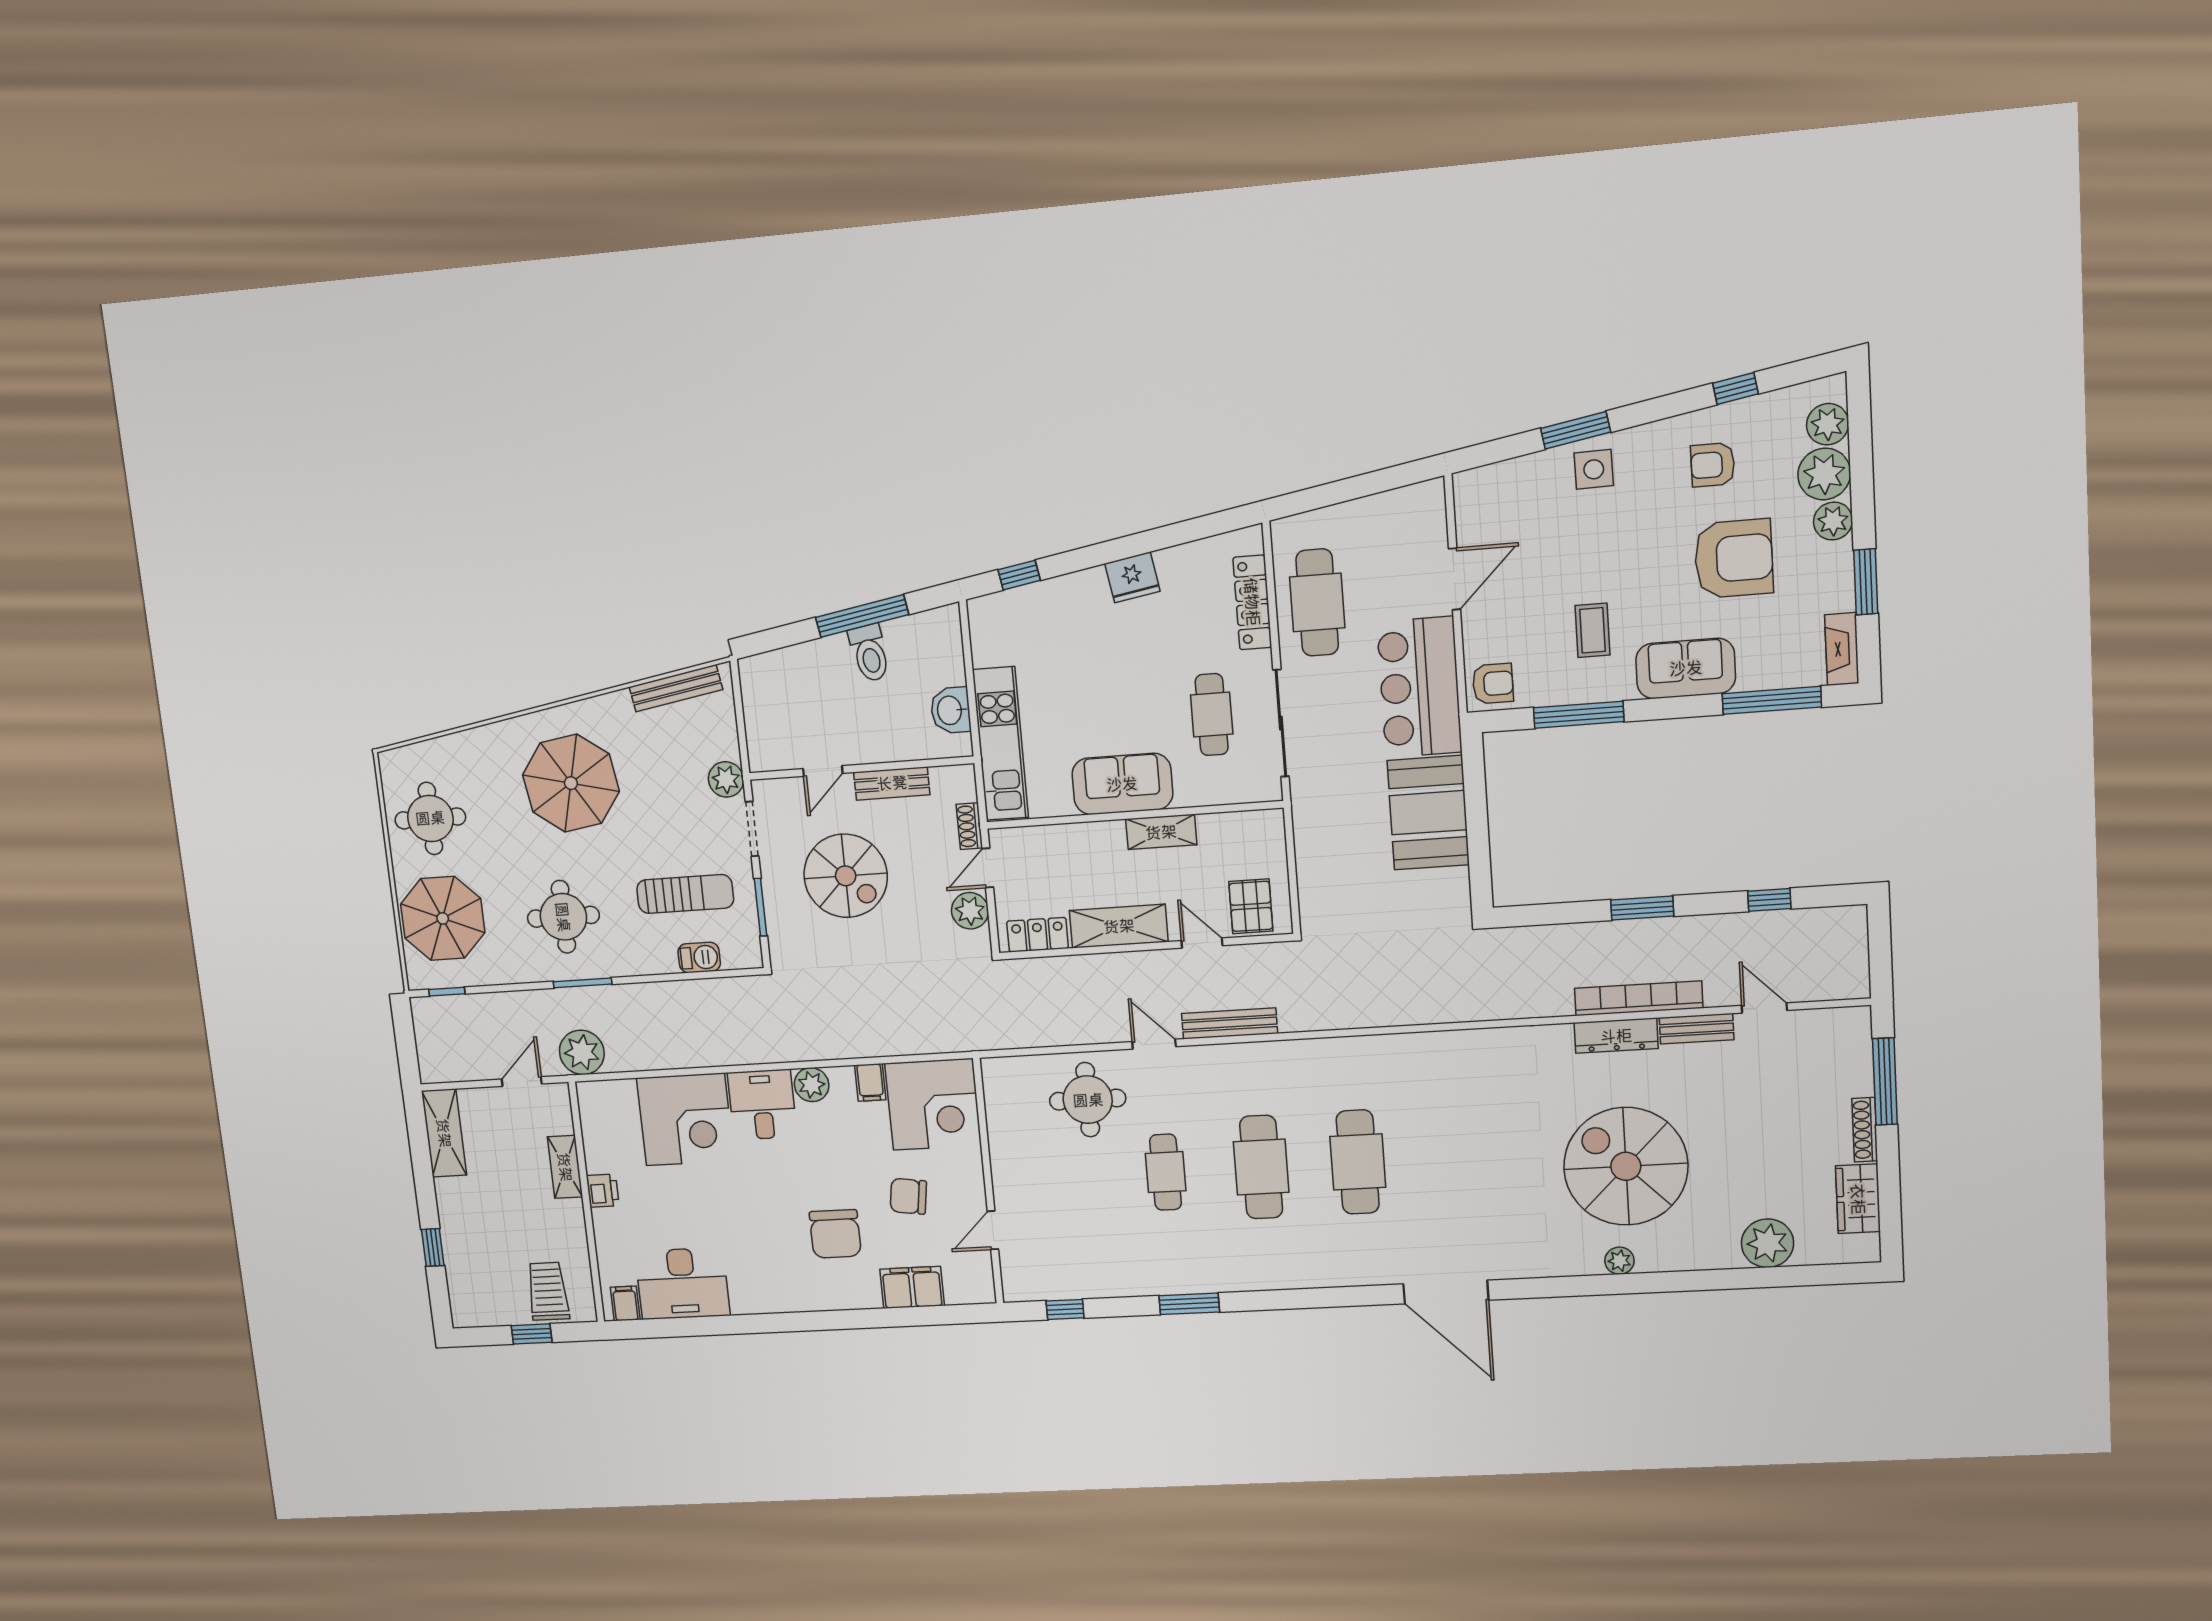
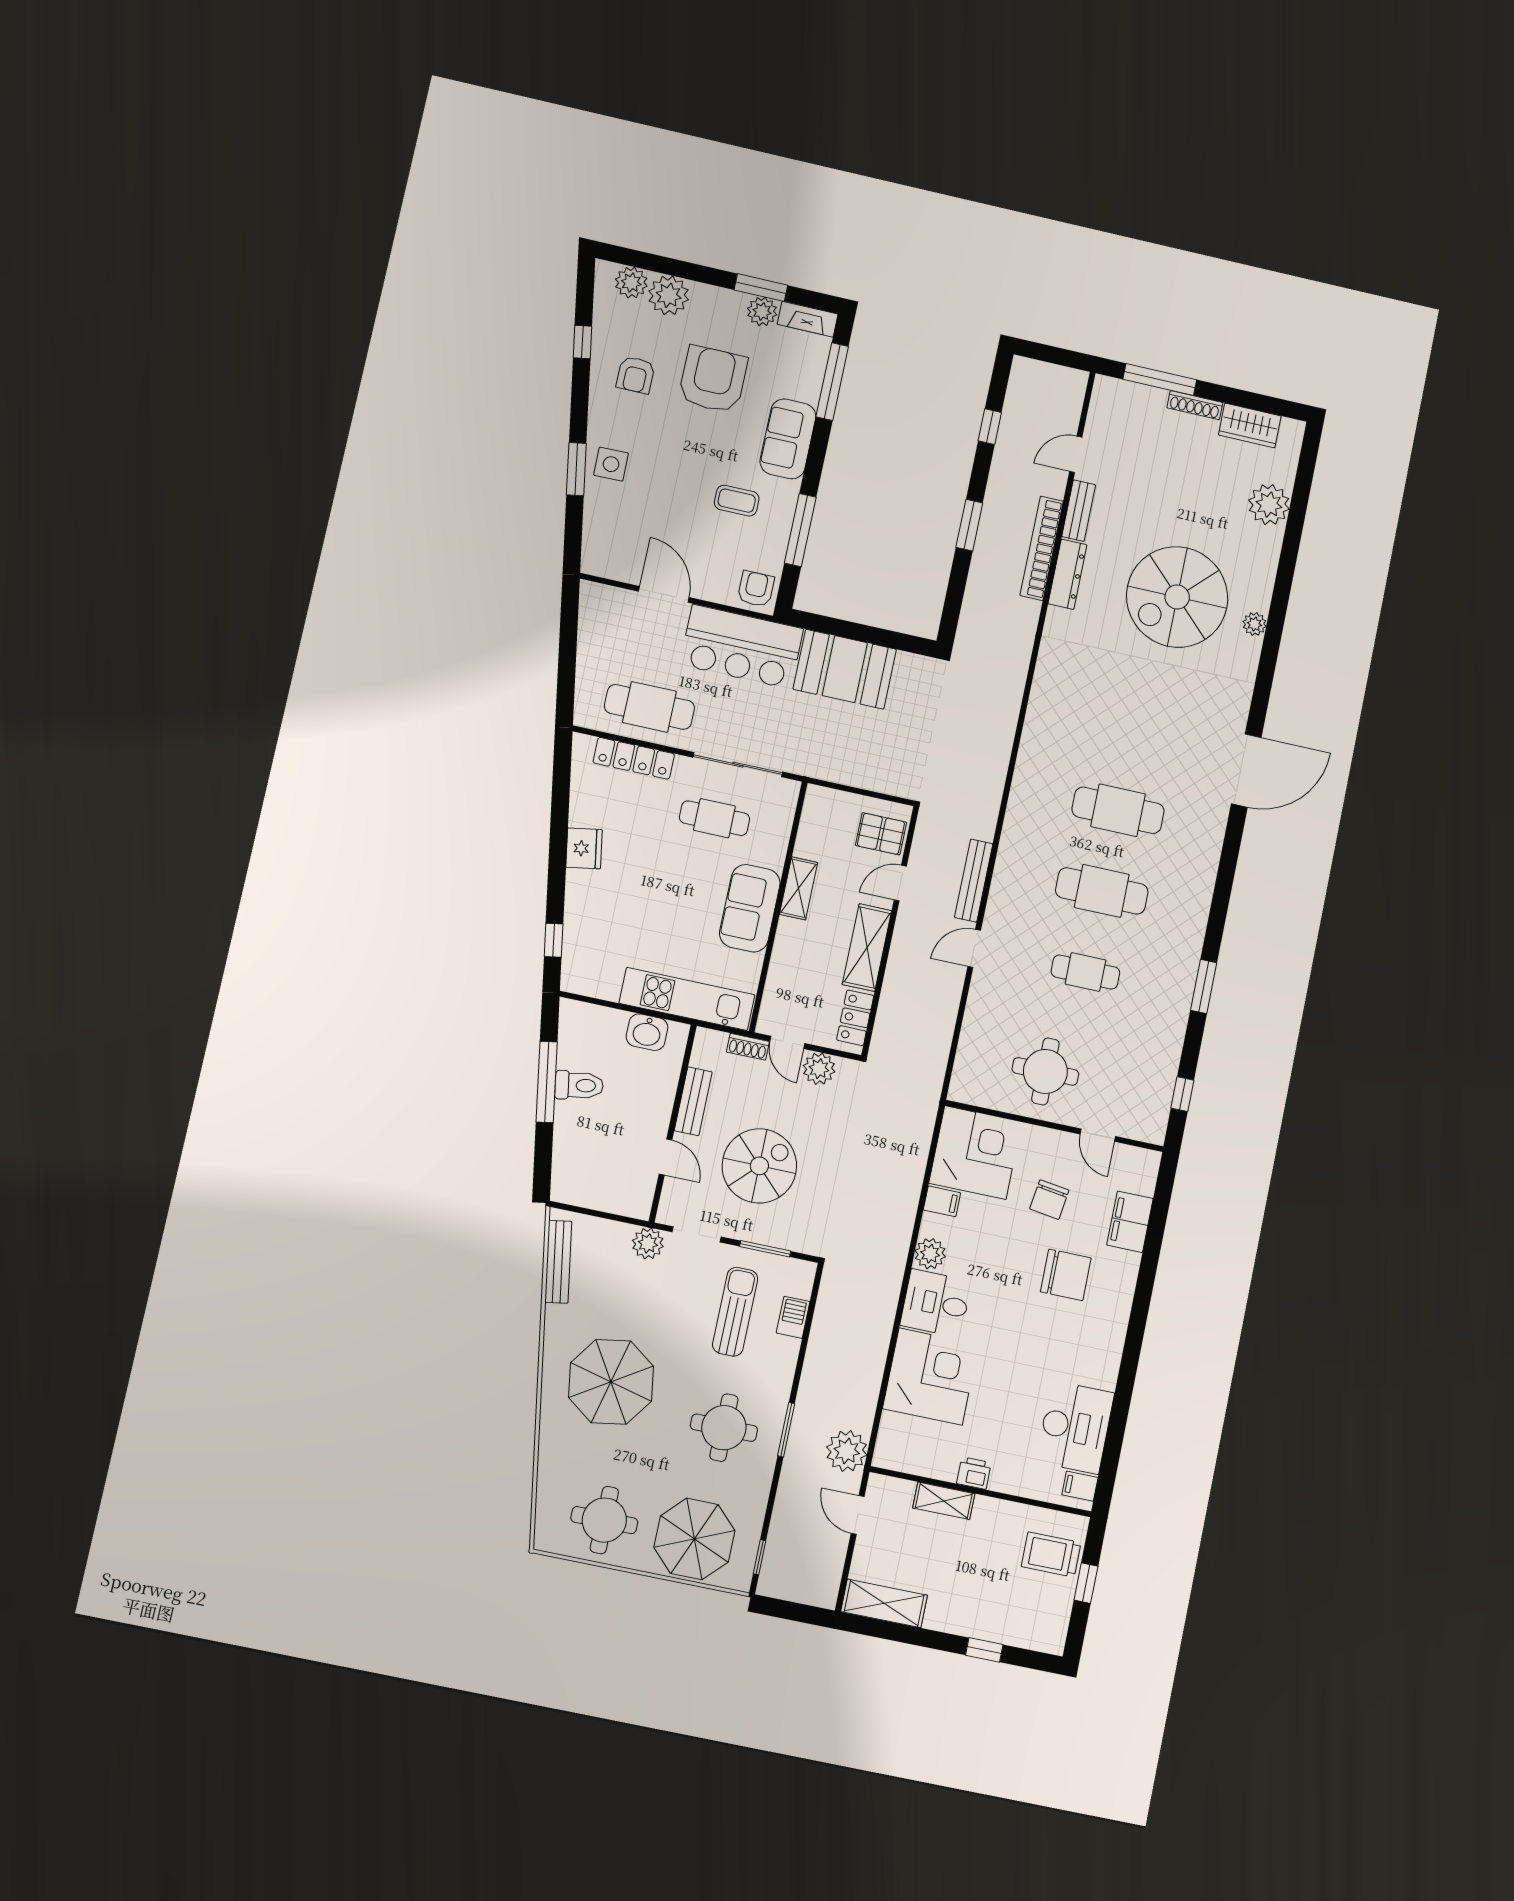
plant: (1833, 521) -> (762, 311), moved
round table: (1088, 1100) -> (1045, 1071), moved

